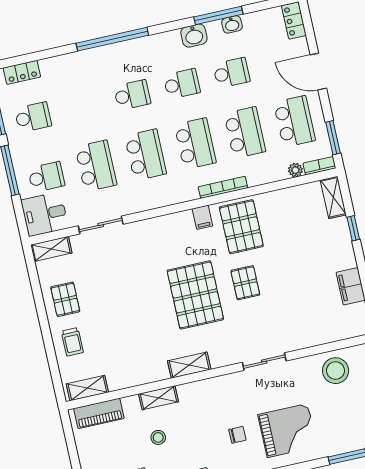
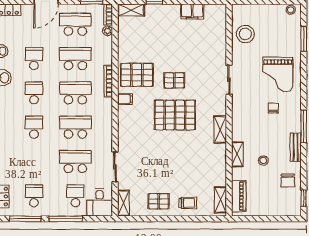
grand piano: (287, 431) -> (278, 74), turned 180

